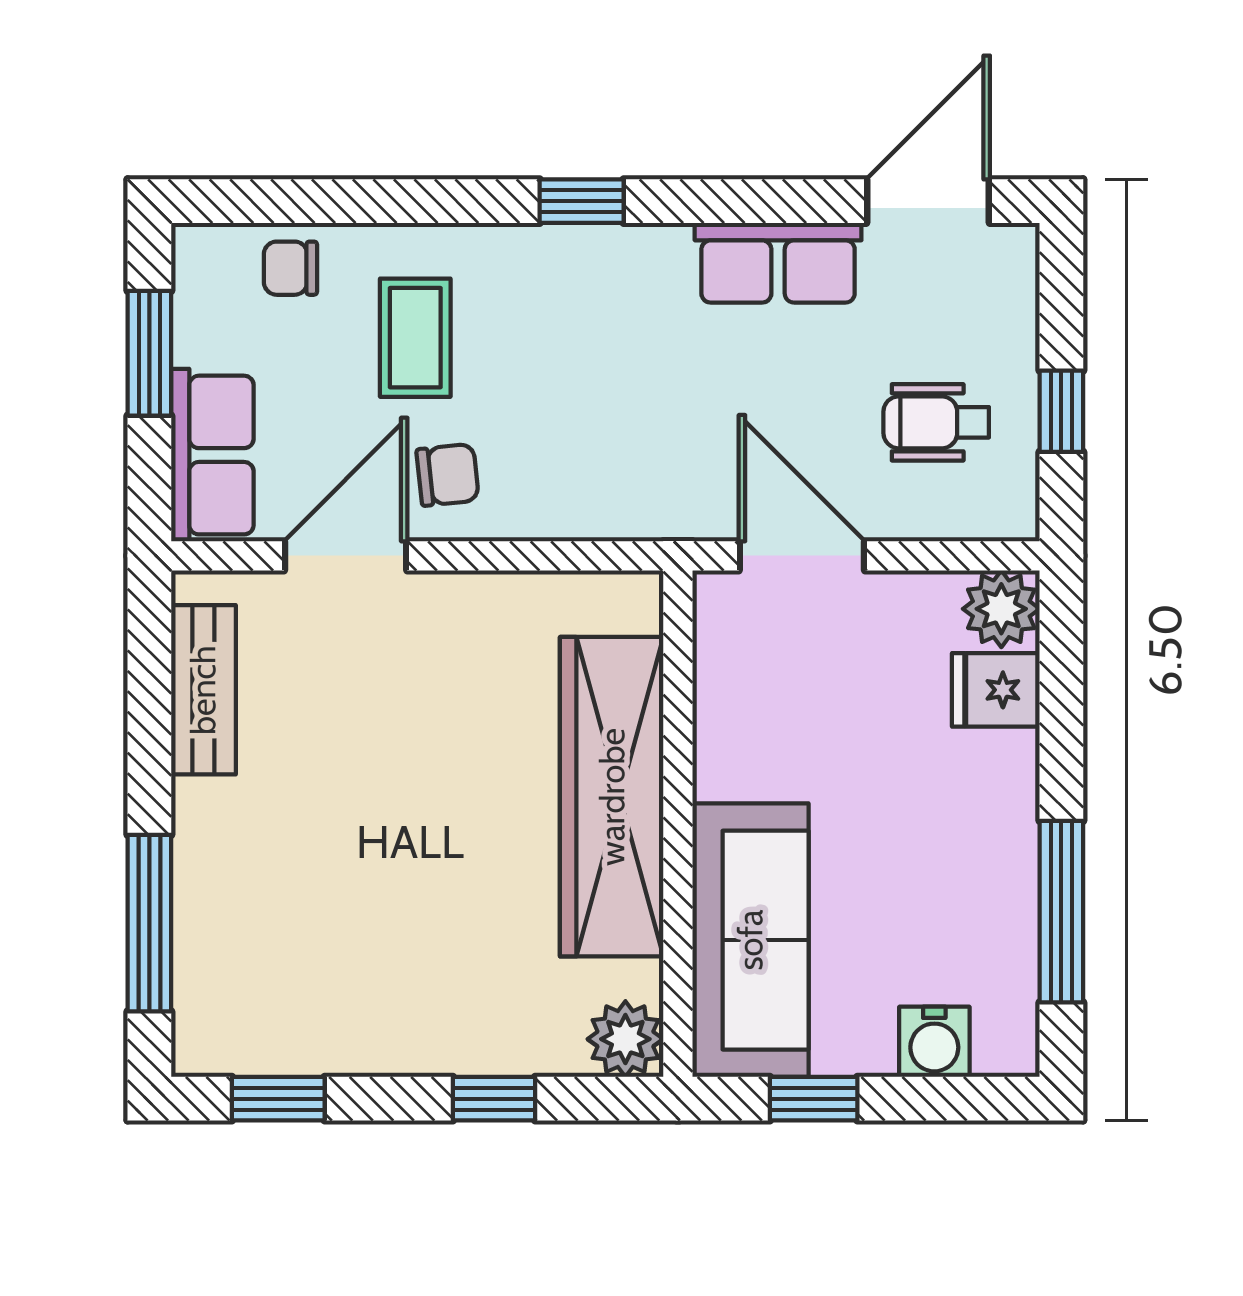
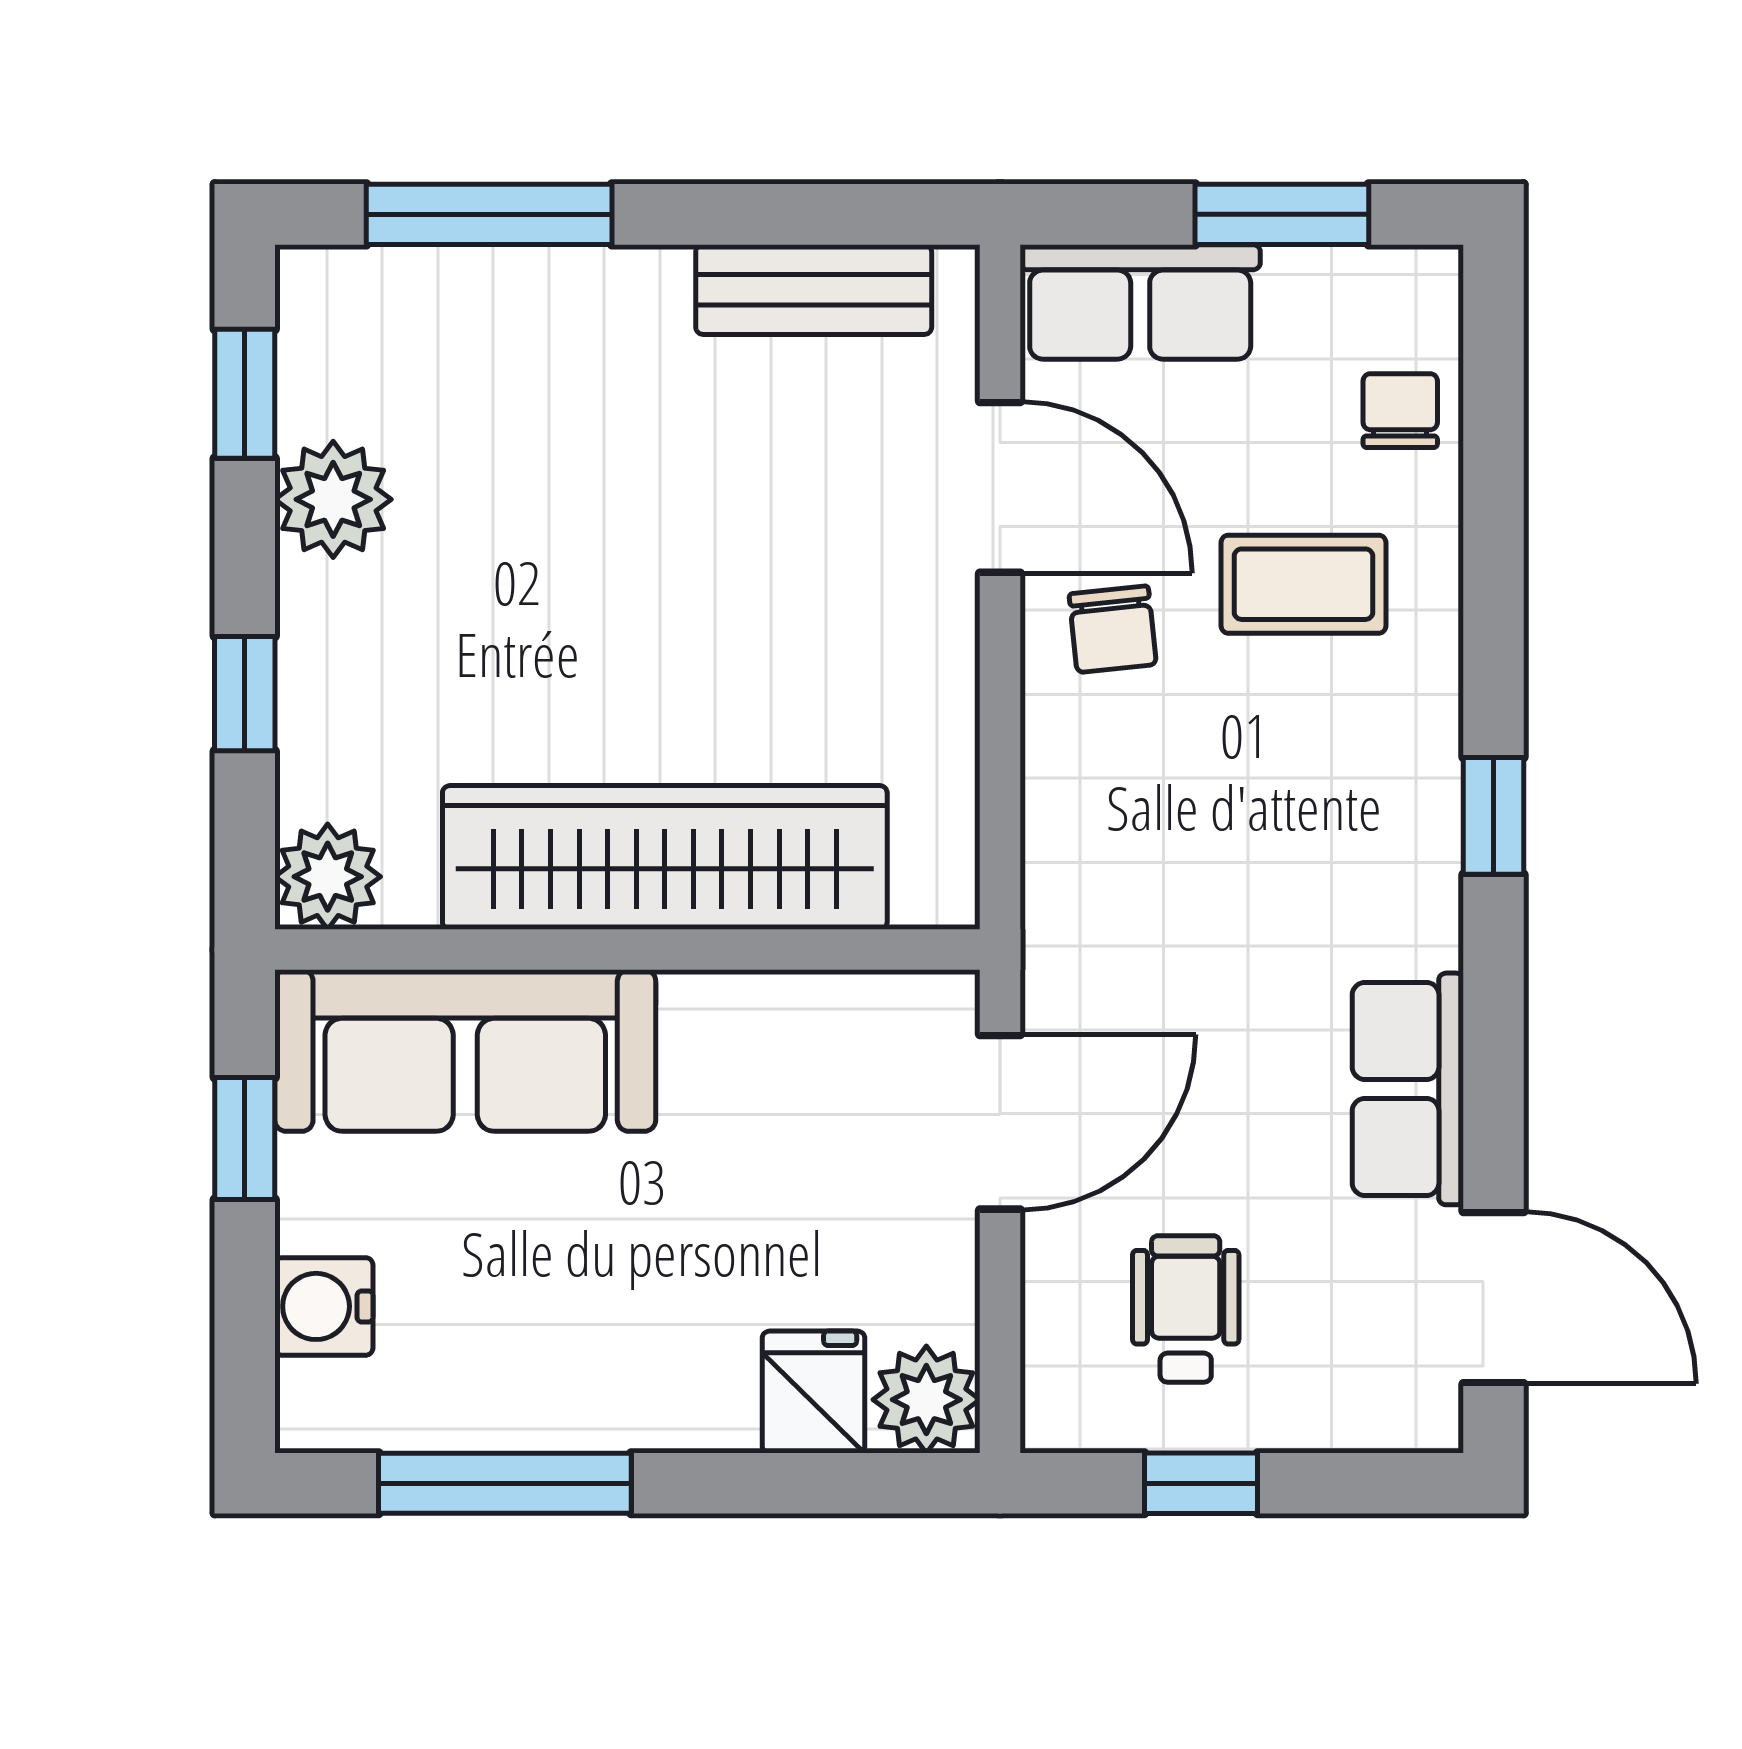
plant: (354, 1035) -> (333, 499), added

